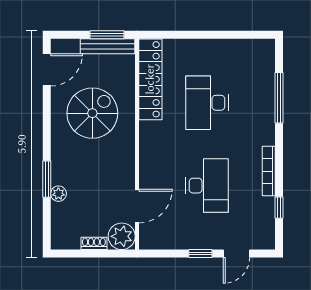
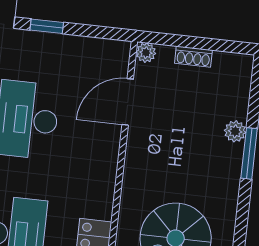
plant: (122, 236) -> (146, 53), width x0.53, depth x0.53

